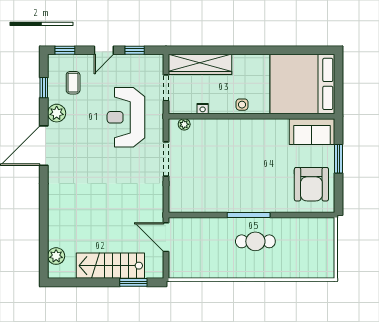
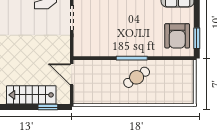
window: (338, 159) -> (197, 38), moved
cafe table: (255, 241) -> (137, 77), turned -34

